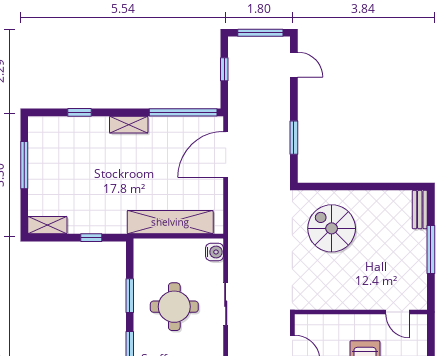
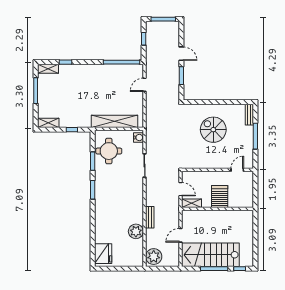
door: (294, 65) -> (181, 54), moved
shelving: (129, 125) -> (48, 69), moved
door: (226, 154) -> (145, 85), width x0.53
spiral stairs: (332, 228) -> (213, 130), moved
round table: (174, 307) -> (109, 151), moved
door: (397, 312) -> (237, 170), swing flipped

